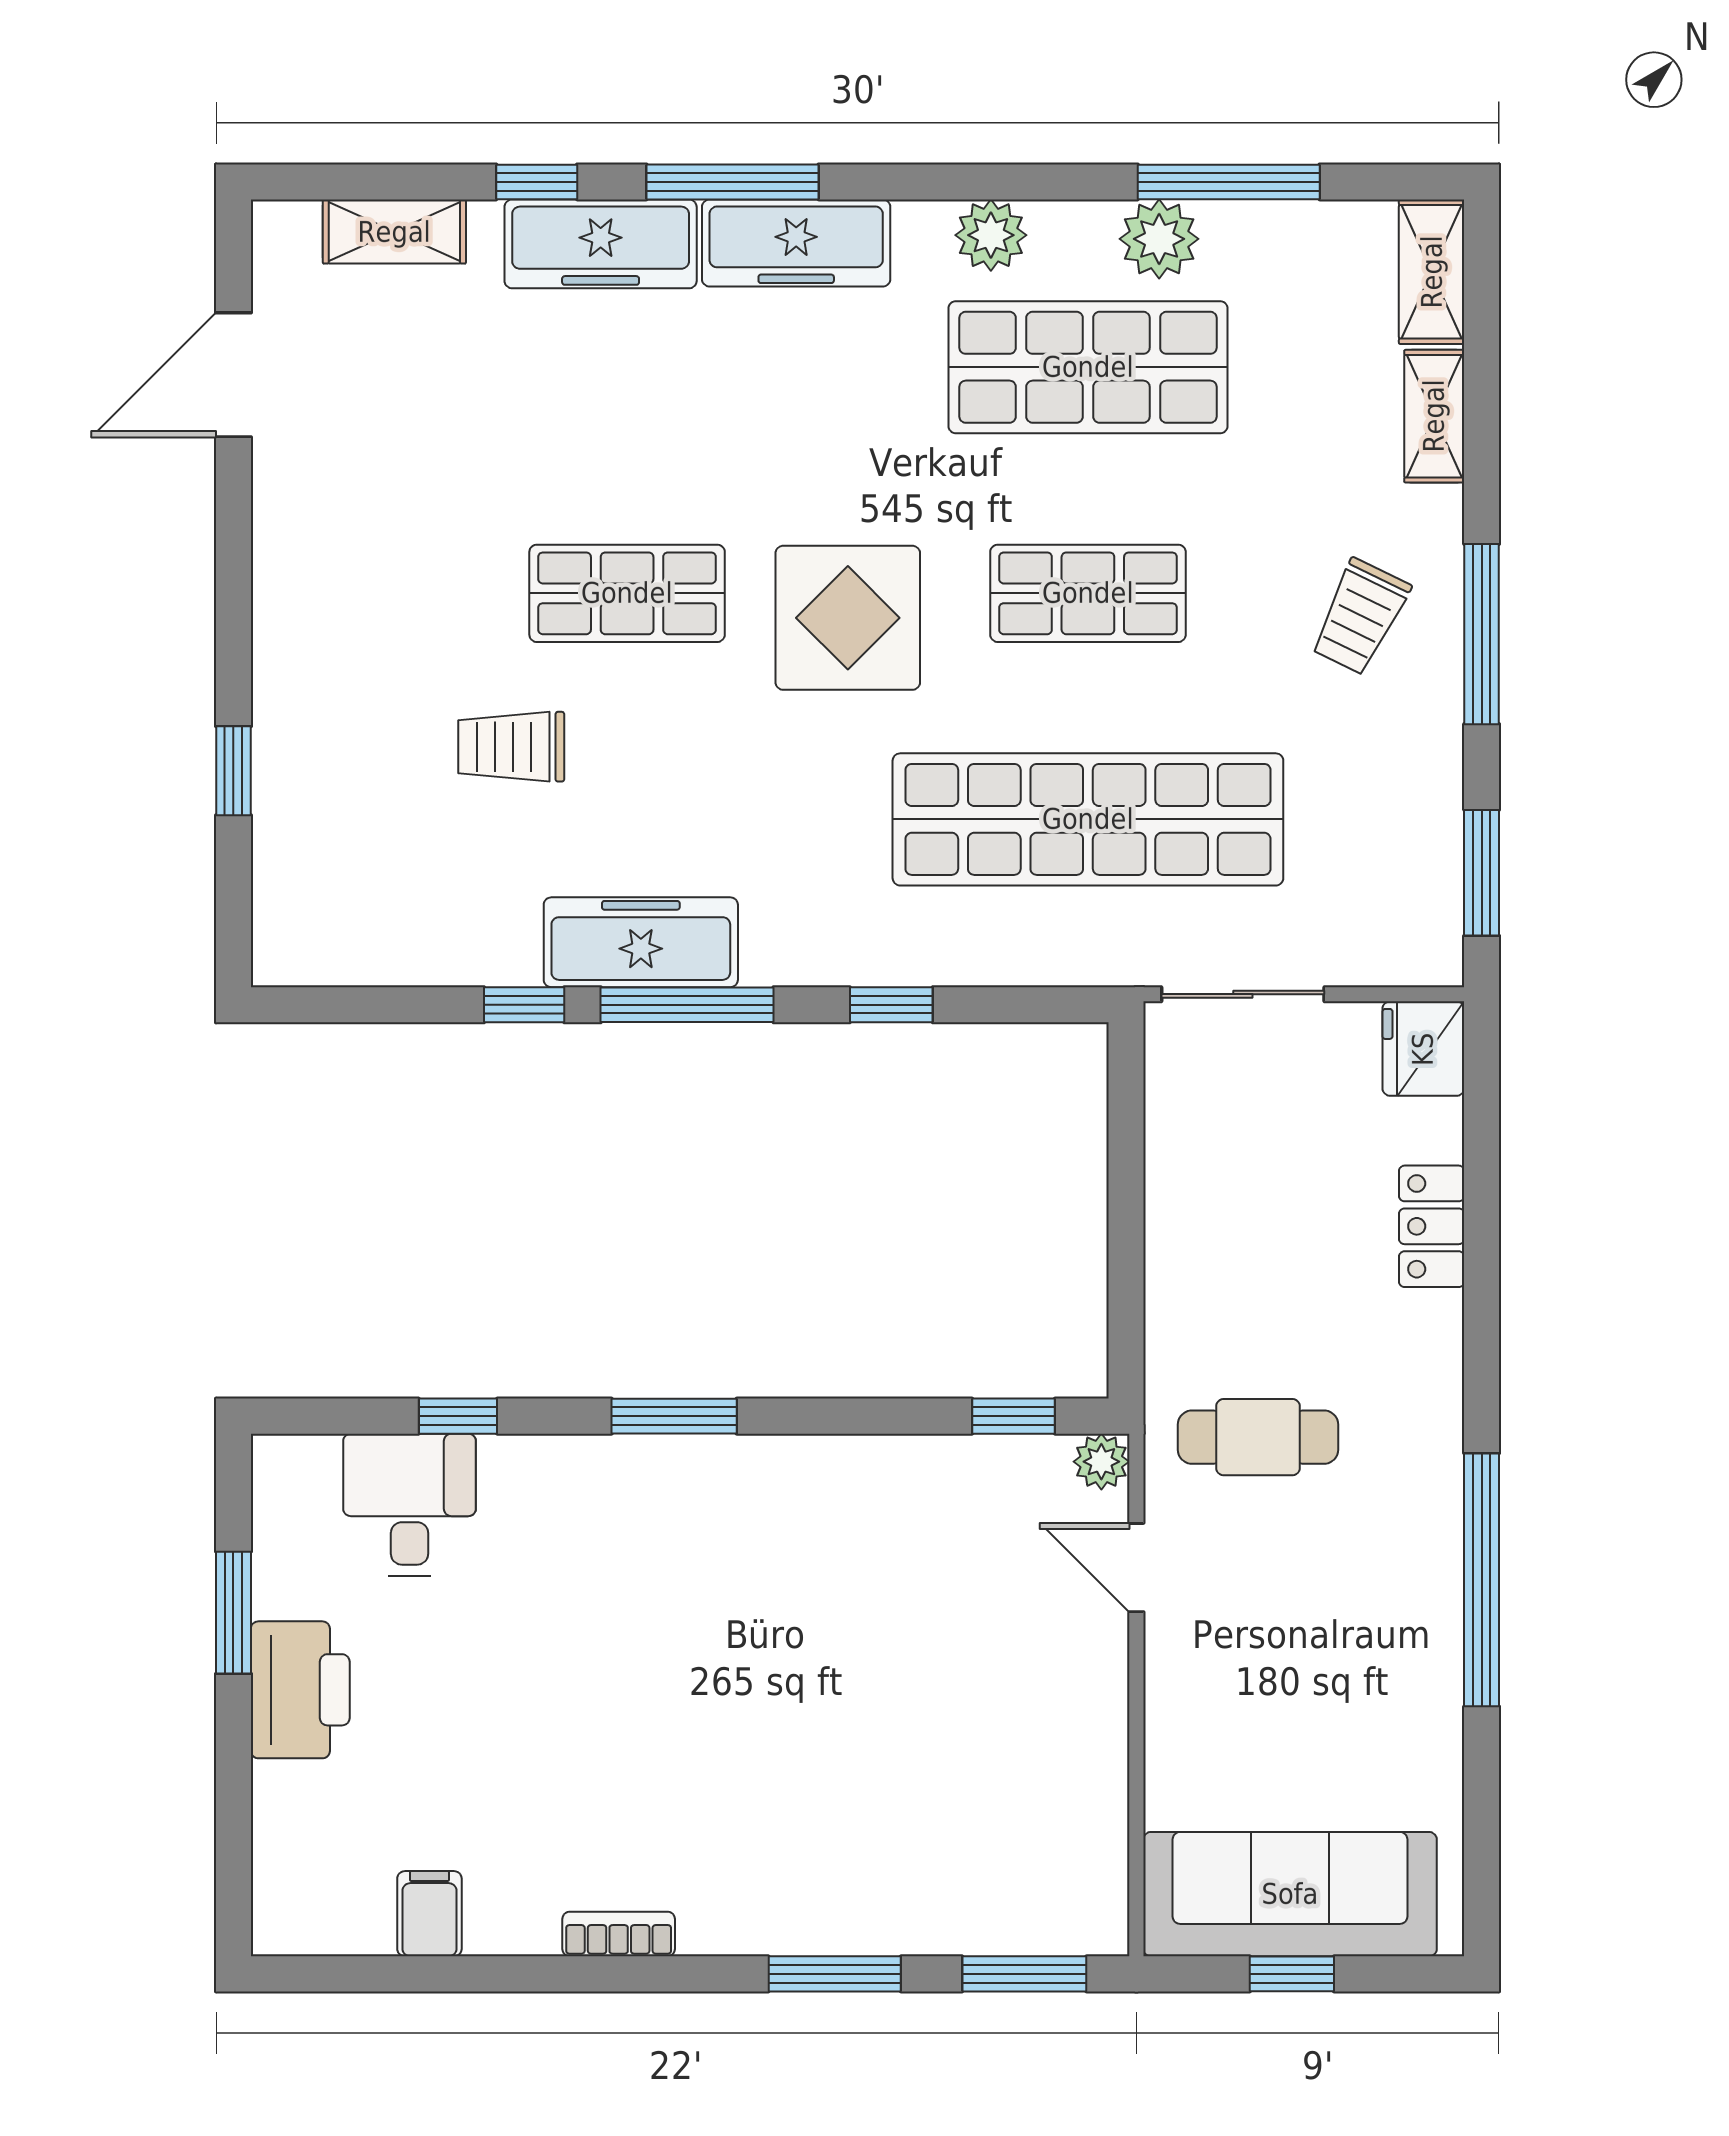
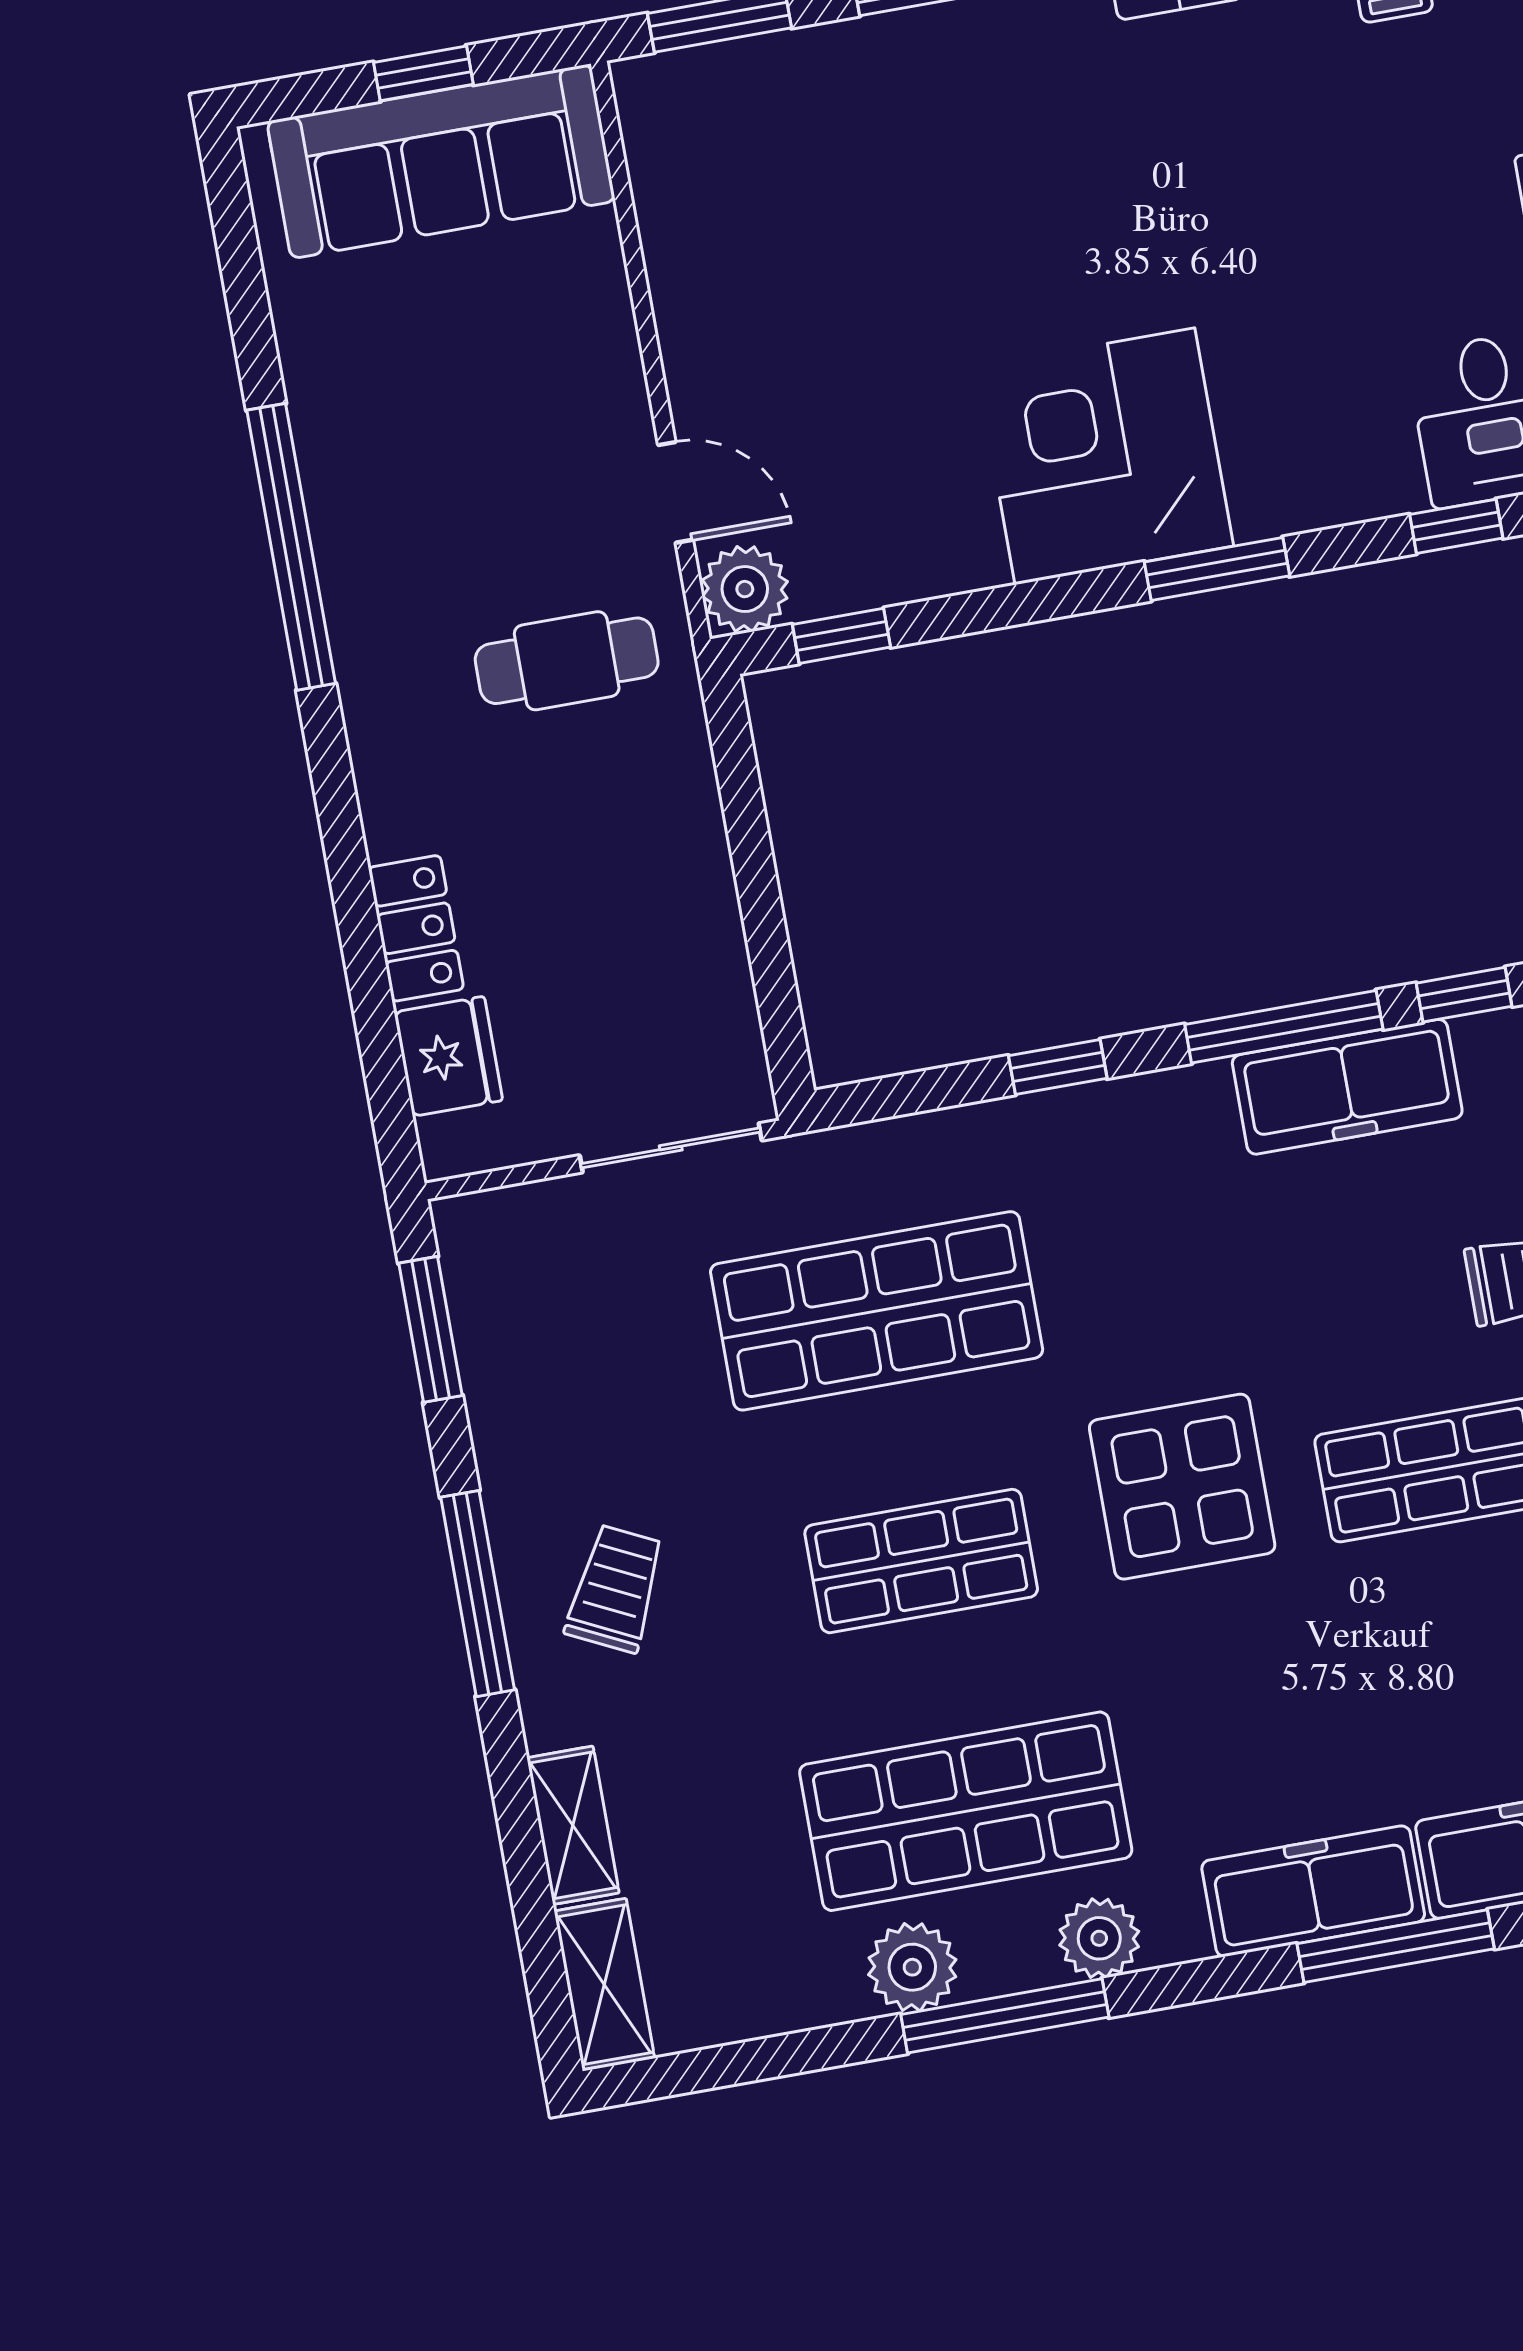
window: (1229, 182) -> (1005, 2016), moved
shop shelf: (1088, 819) -> (877, 1311), width x0.71
fridge: (1423, 1049) -> (448, 1056), moved
plant: (1101, 1462) -> (745, 589), width x1.38, depth x1.38
corner desk: (755, 1532) -> (1105, 456), added

